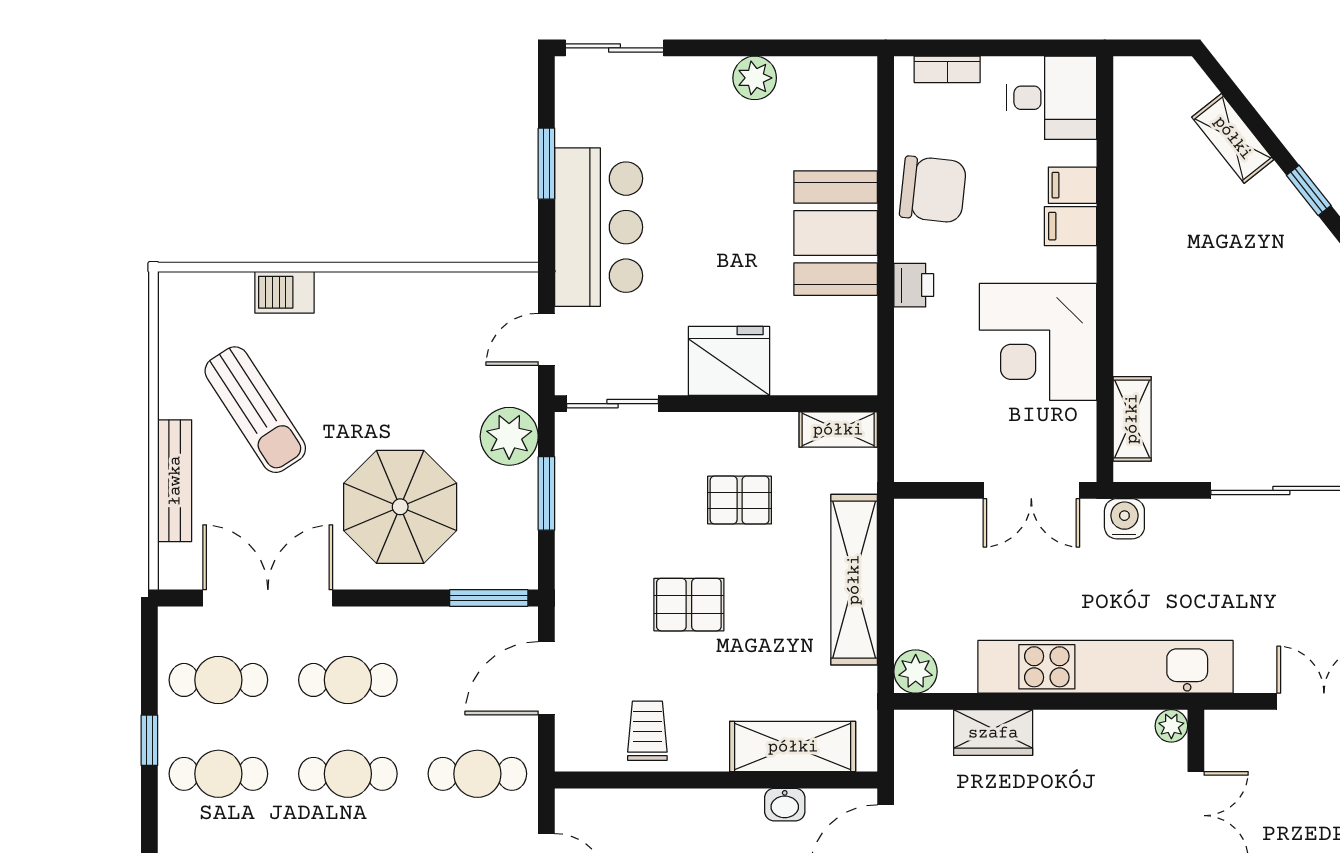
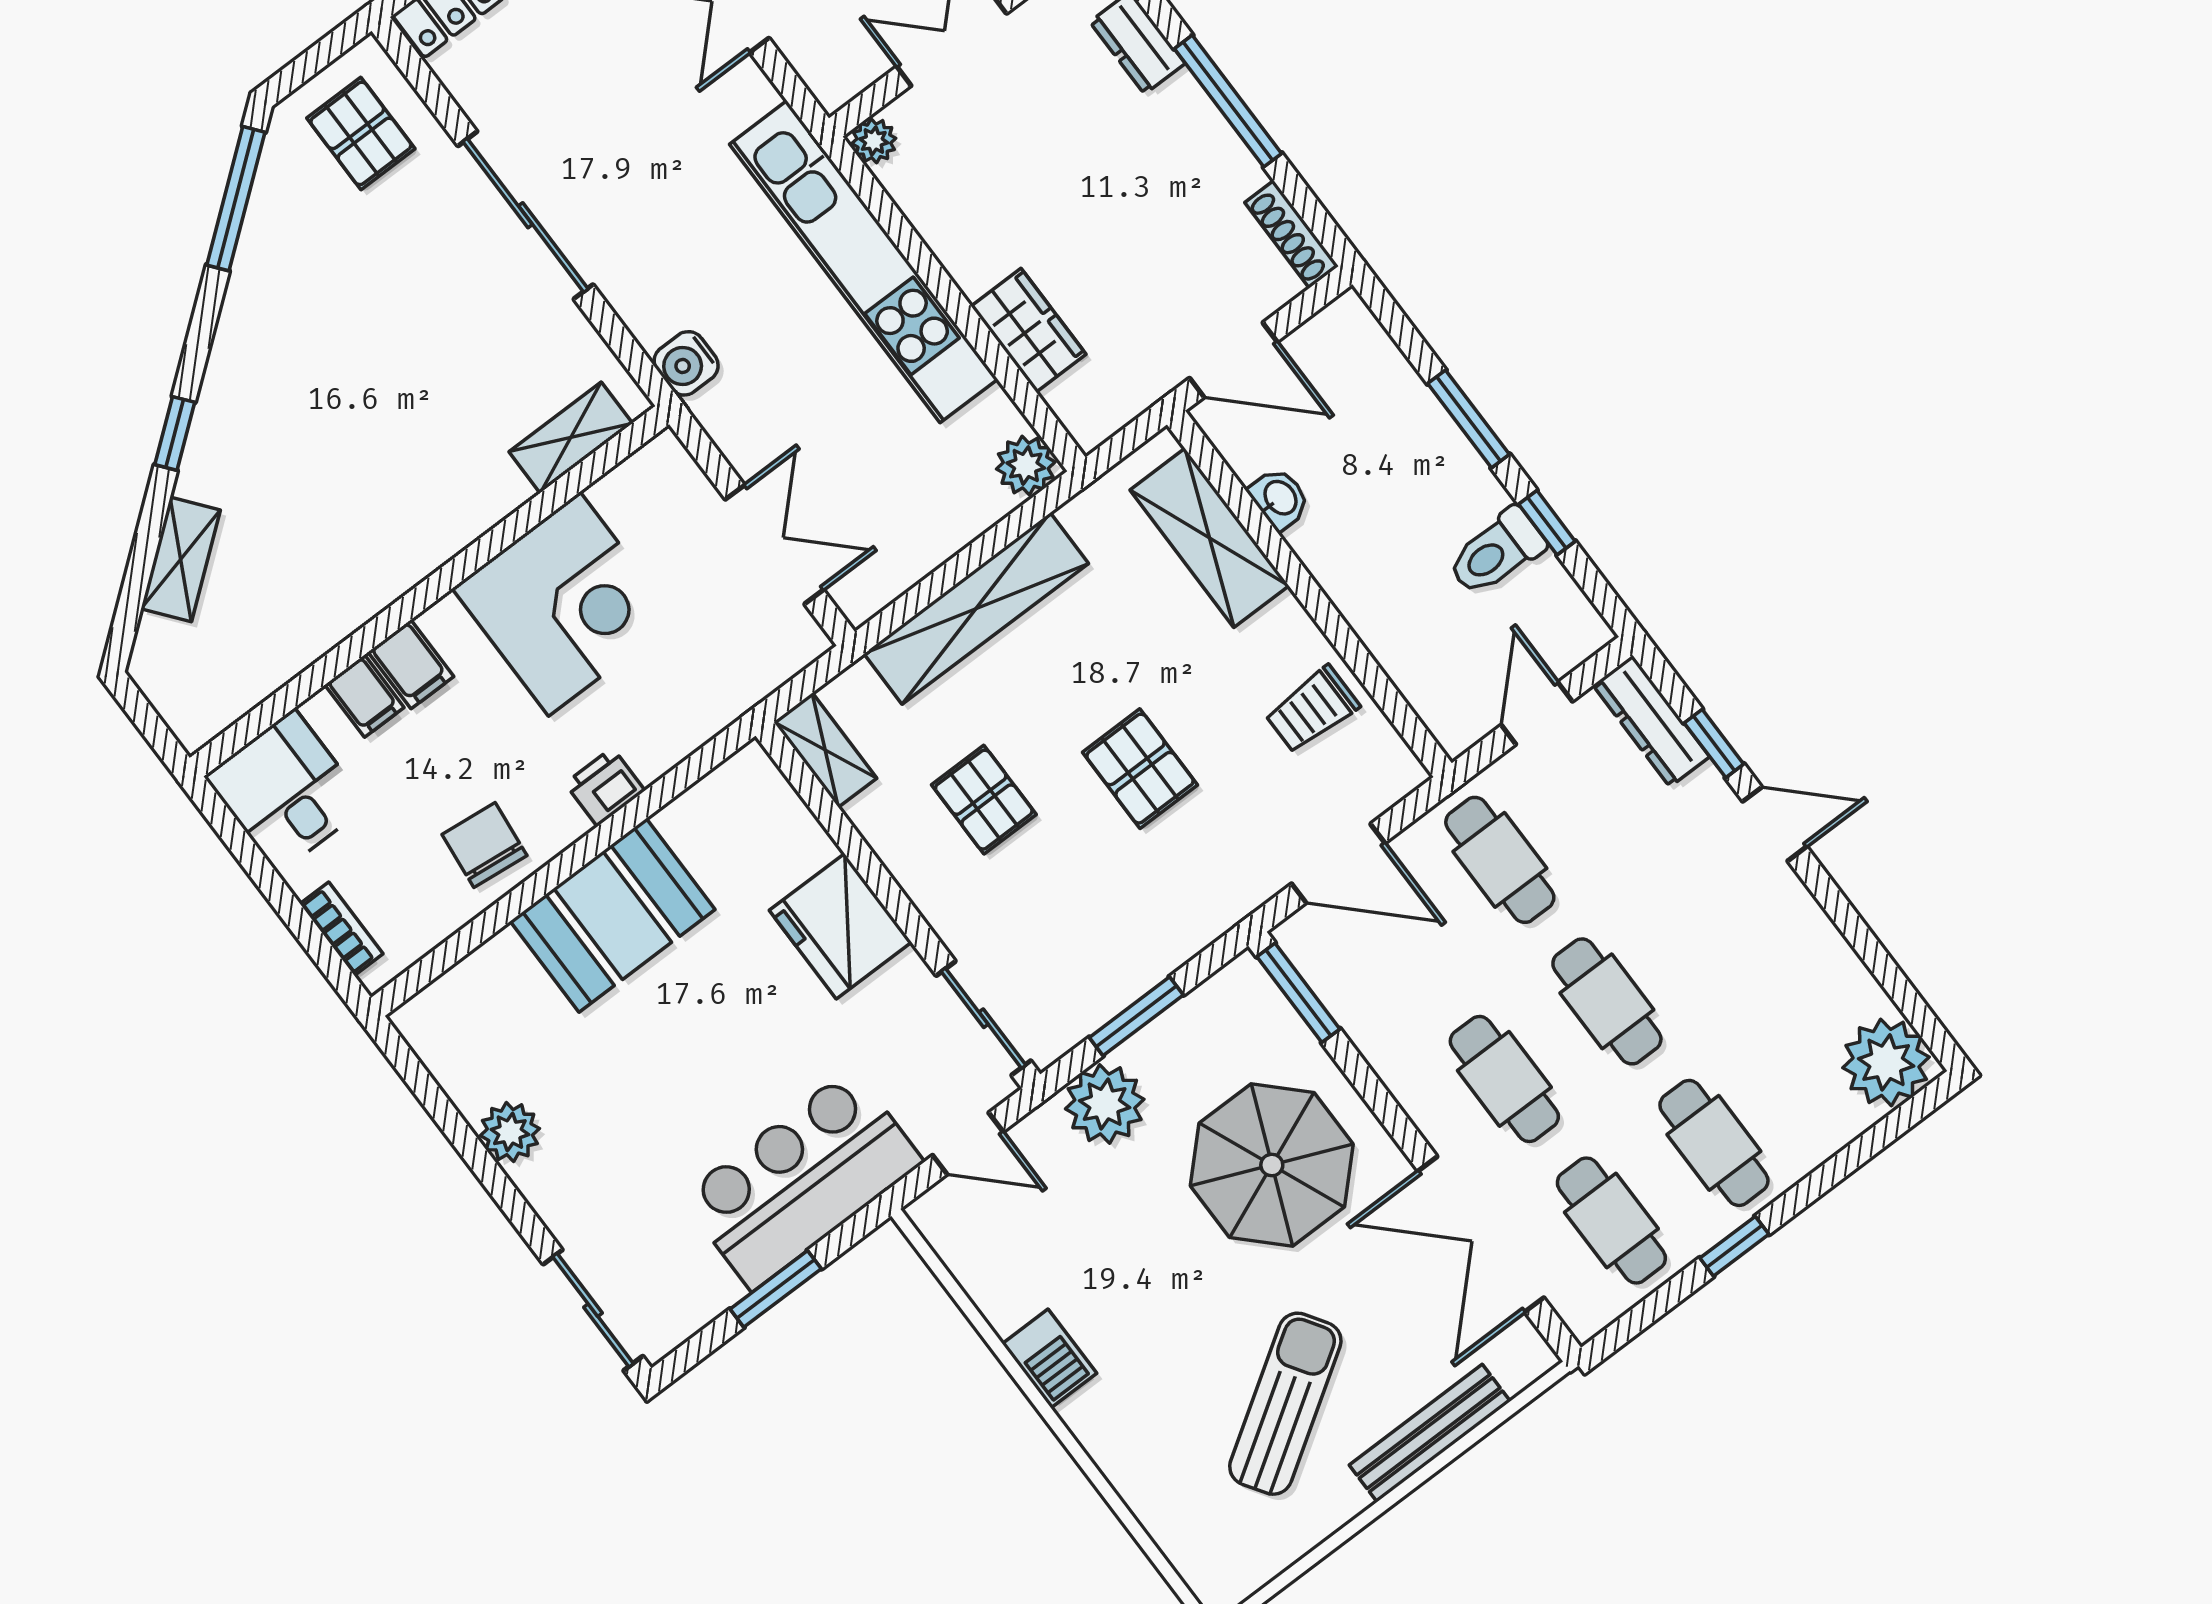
chair: (933, 189) -> (484, 845), width x0.73, depth x0.73
barbecue: (284, 292) -> (1049, 1359), moved
double door: (1031, 490) -> (774, 544), moved

